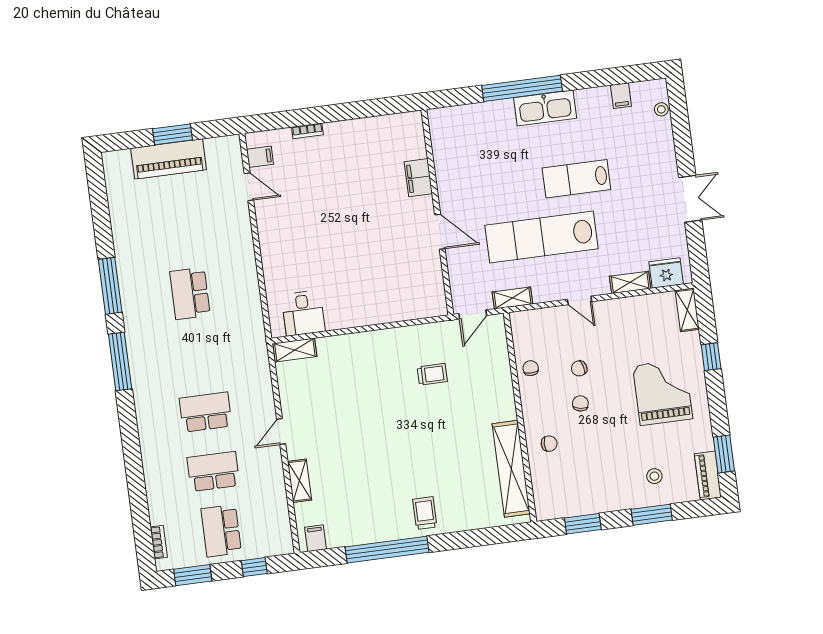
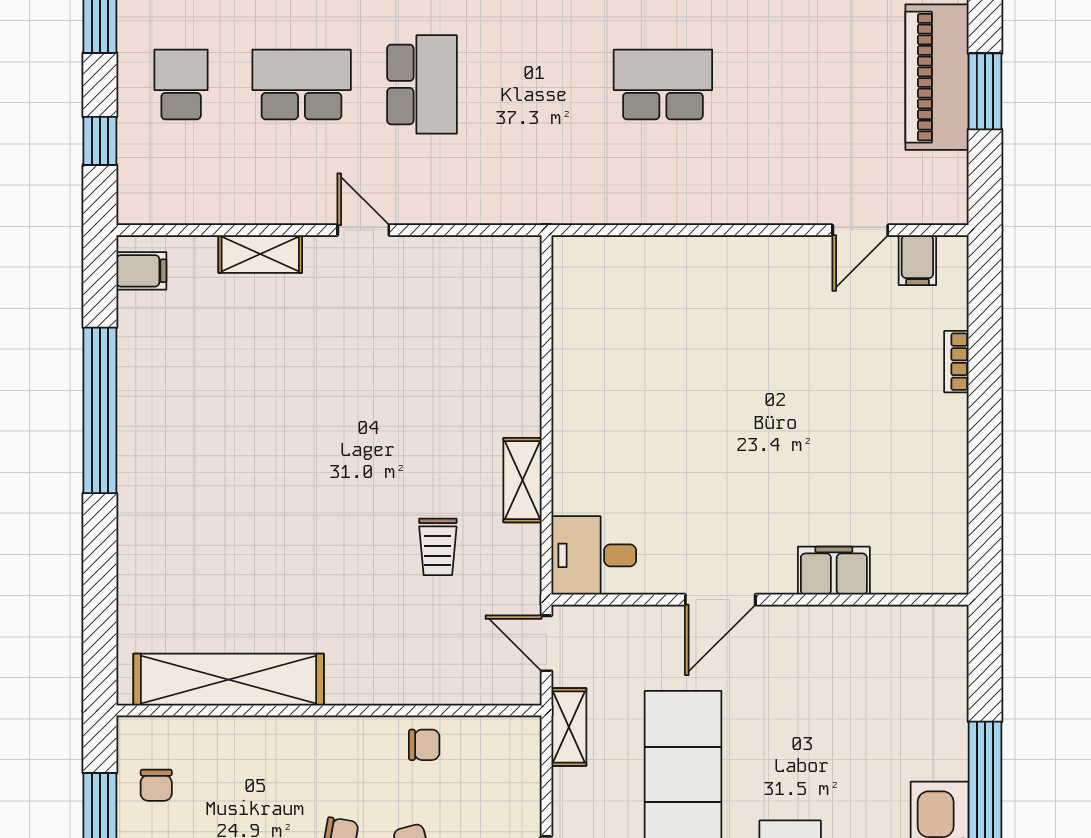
desk: (303, 313) -> (594, 555), moved
shelving: (295, 350) -> (523, 480), moved
chair: (549, 444) -> (156, 785), moved
school desk: (213, 471) -> (302, 84), turned -90
trolley: (425, 513) -> (163, 495), removed
school desk: (221, 531) -> (181, 84), width x0.54

